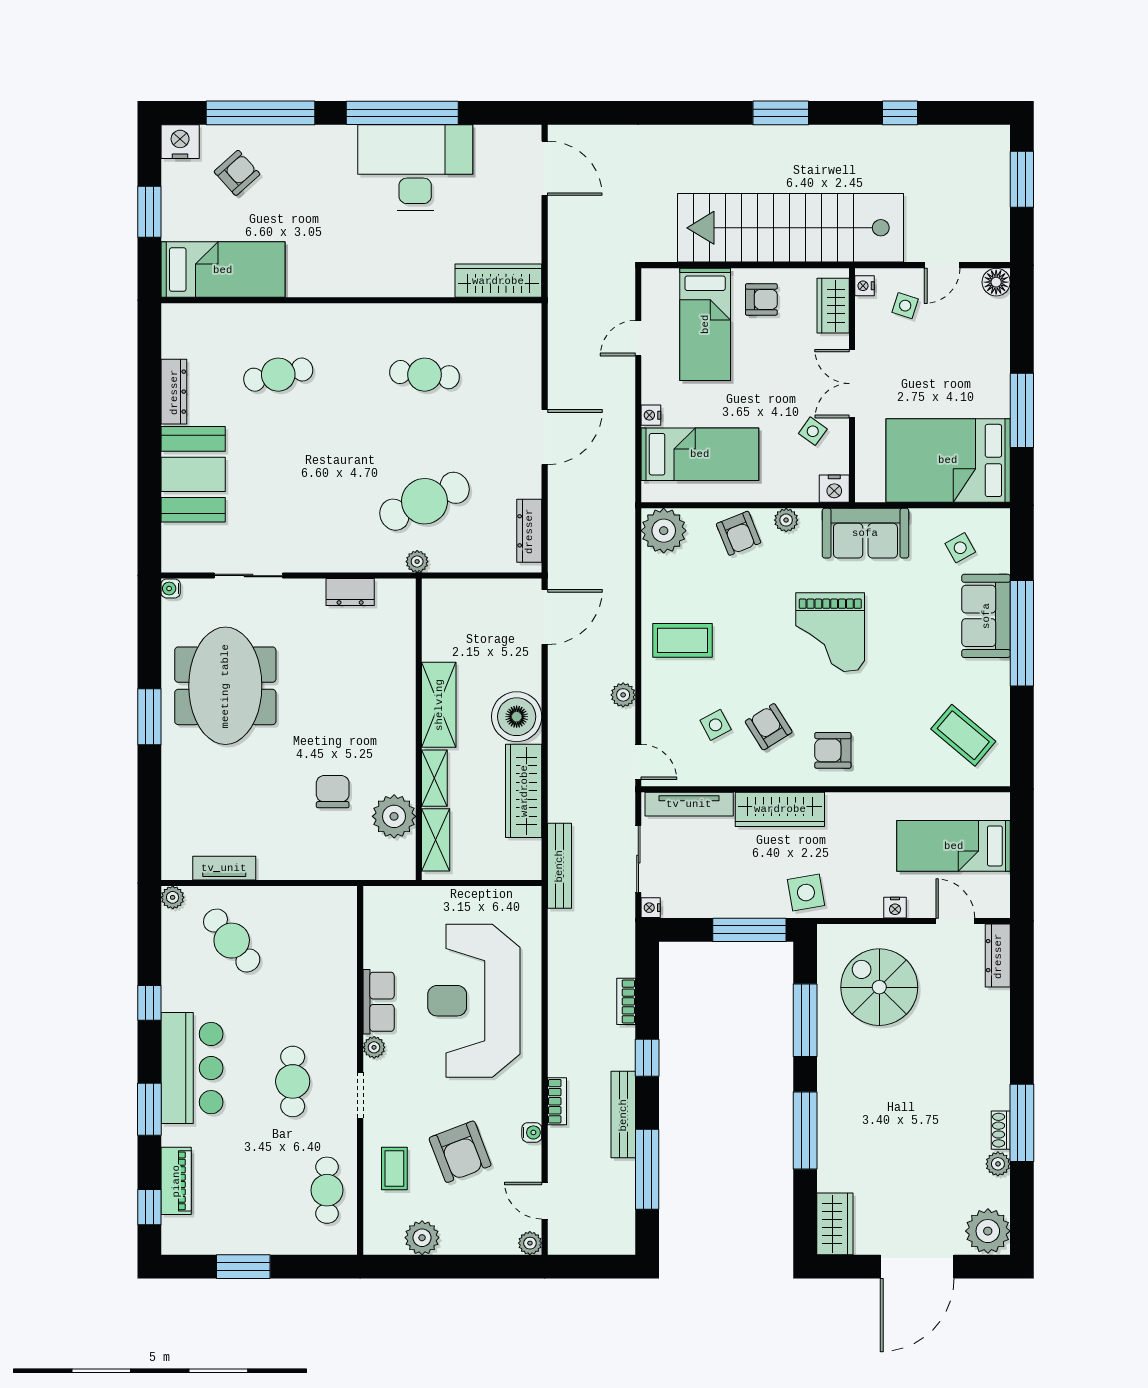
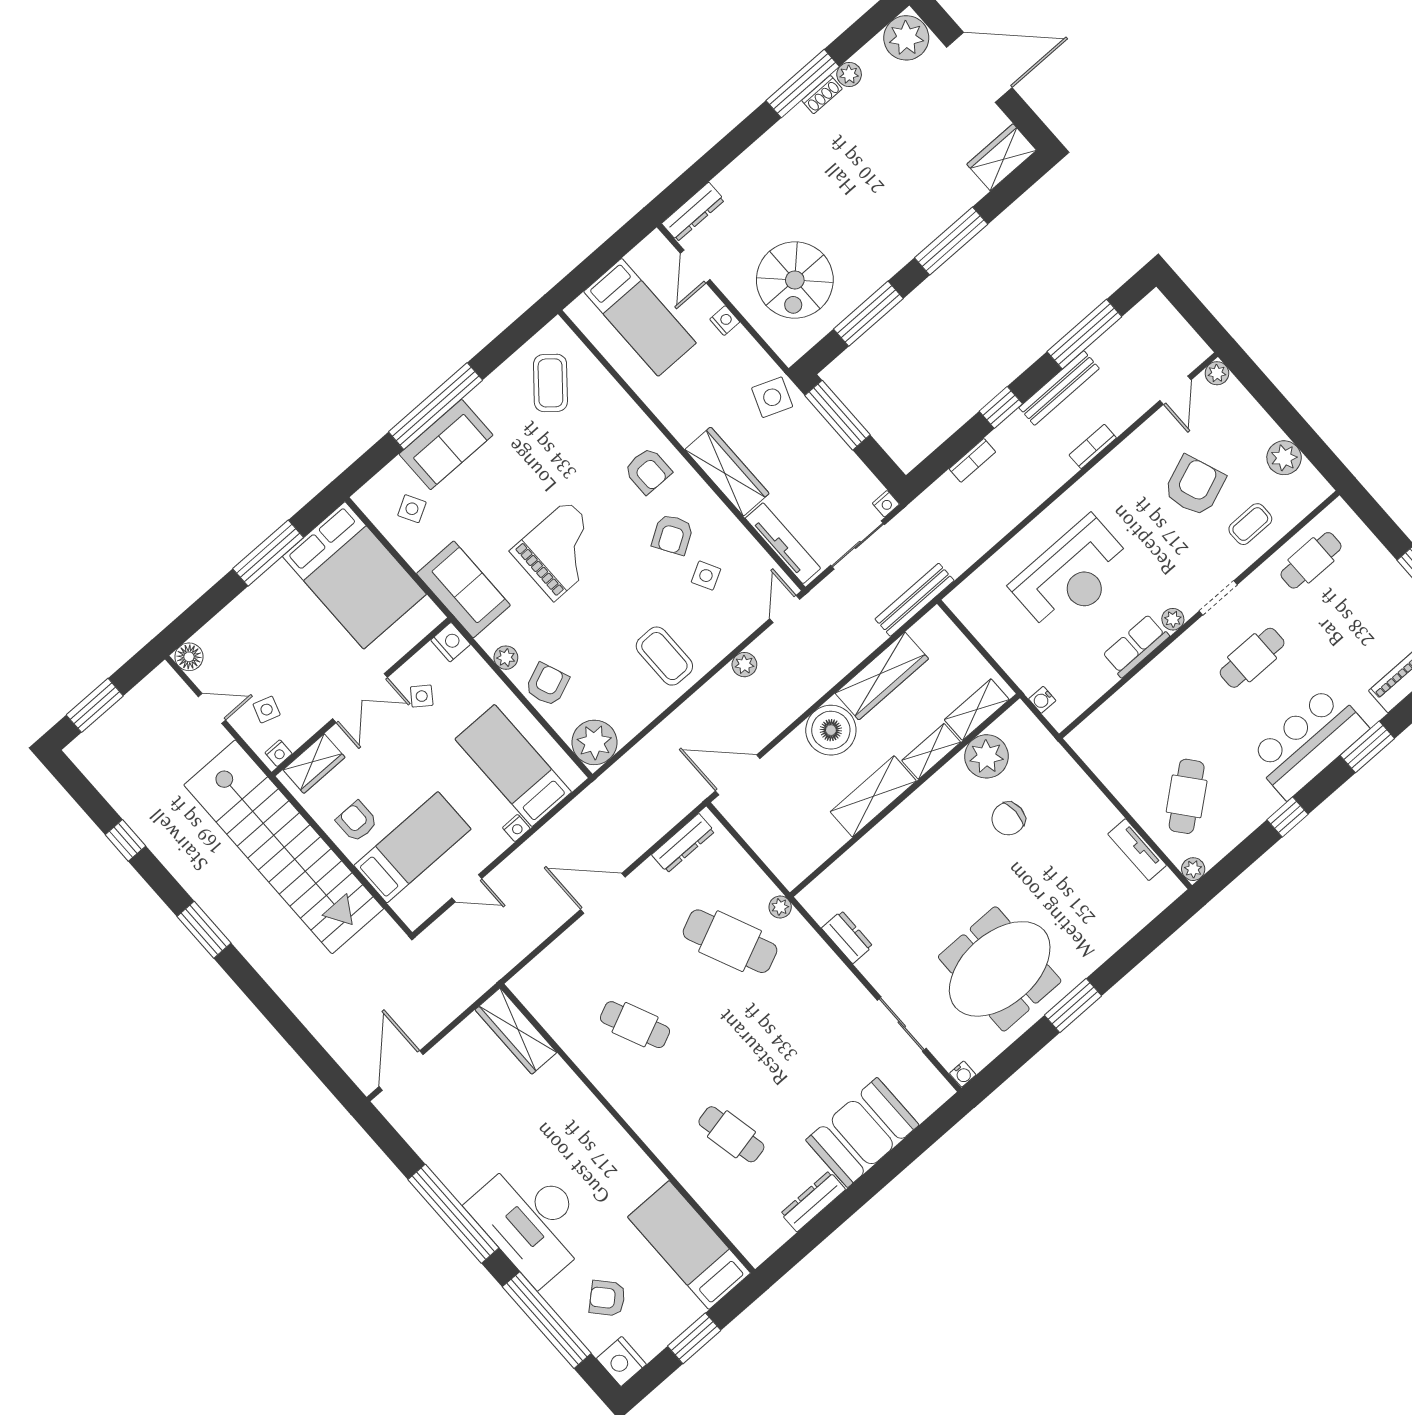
desk: (415, 168) -> (532, 1220), moved
cafe table: (425, 375) -> (635, 1025), turned -30
side table: (806, 893) -> (772, 397), turned 31
reception desk: (474, 1001) -> (1072, 575), width x0.74, depth x0.77
water cooler: (532, 1132) -> (1042, 700), moved, turned -90

